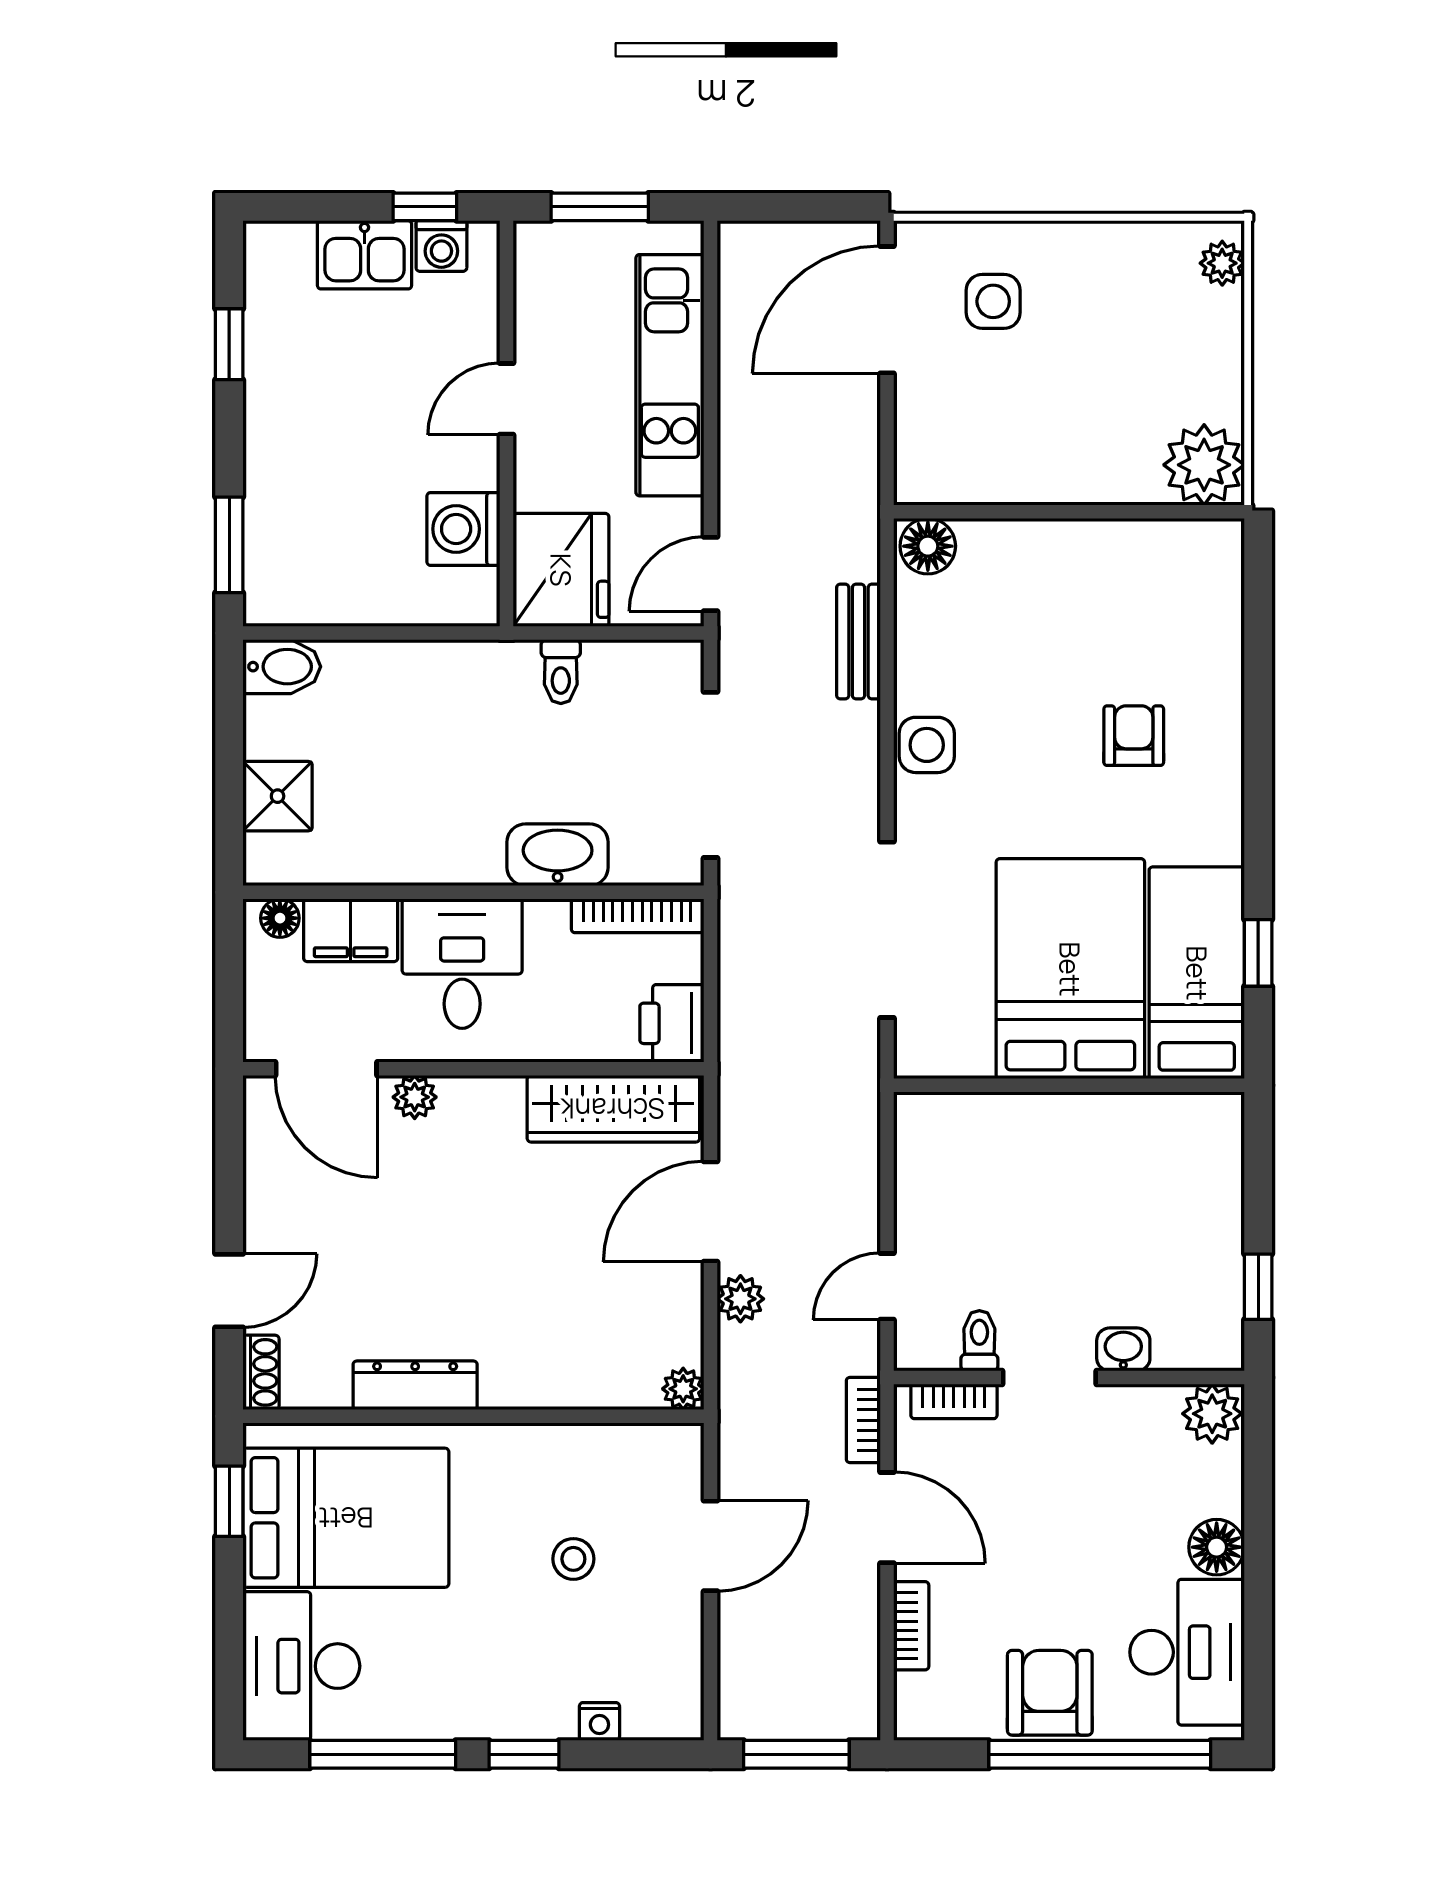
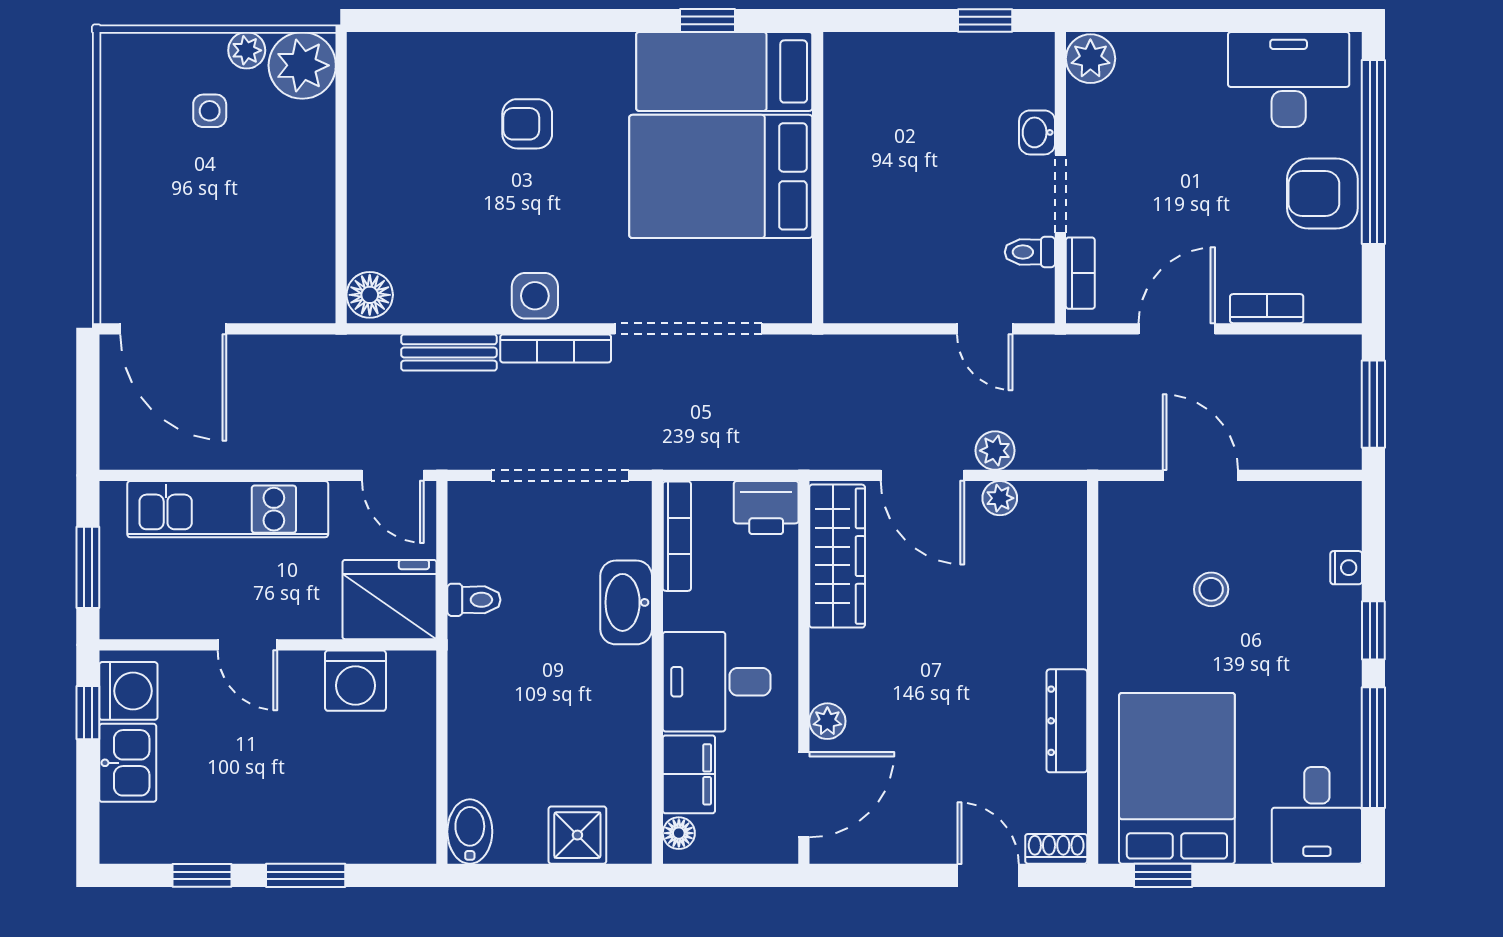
washing machine: (441, 246) -> (128, 691), width x1.38, depth x1.38
plant: (1222, 263) -> (247, 50), moved
side table: (993, 301) -> (210, 111), moved, width x0.73, depth x0.73
window: (229, 545) -> (306, 875), moved
plant: (683, 1389) -> (1000, 498), moved
bookcase: (863, 1420) -> (556, 348), moved, width x1.56
floor lamp: (1217, 1547) -> (1201, 55), removed
desk: (301, 1666) -> (1317, 815), width x0.73

